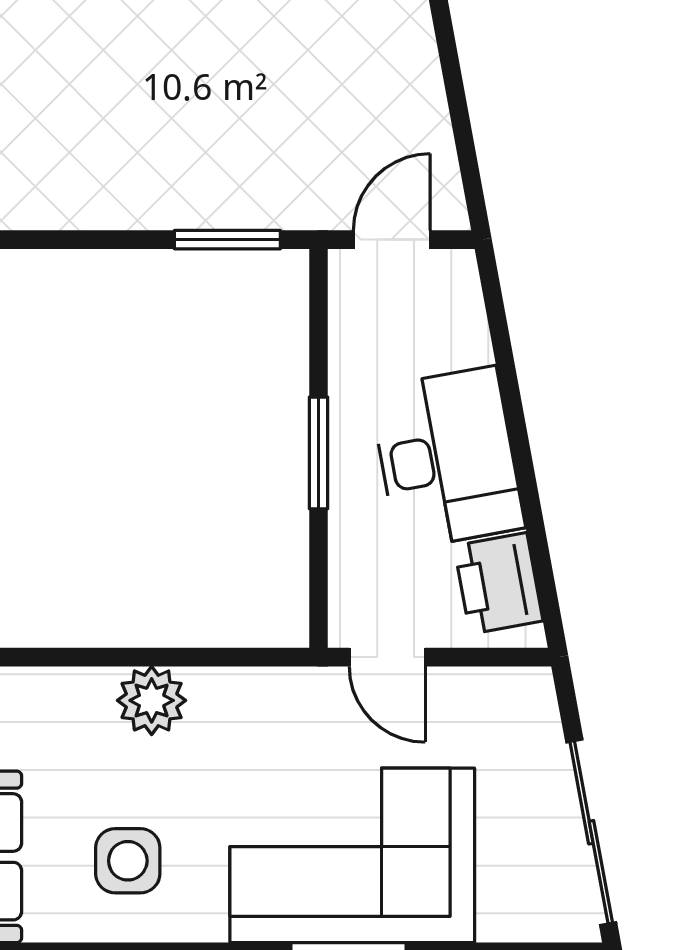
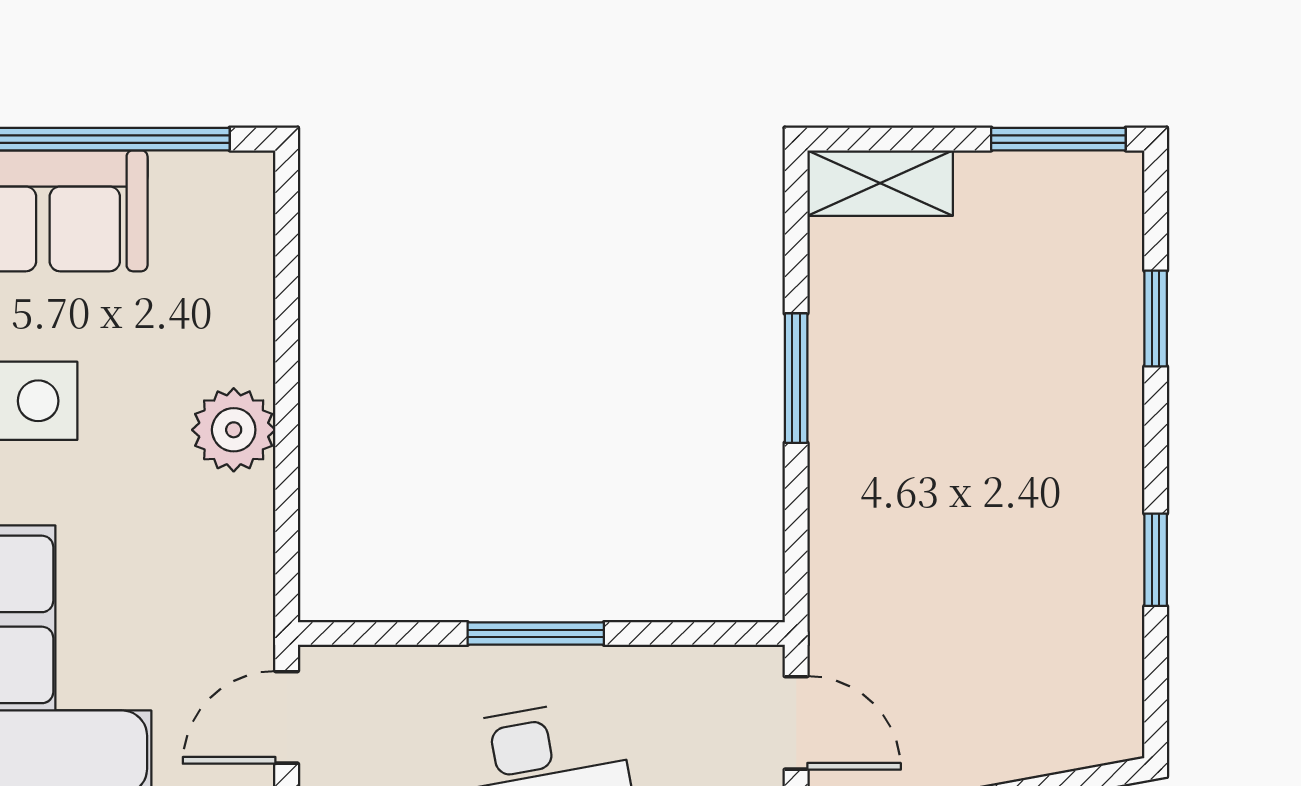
window: (227, 240) -> (796, 378), moved

